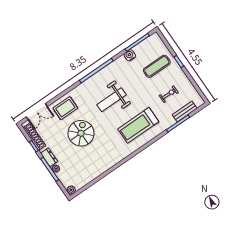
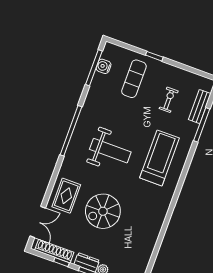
water cooler: (130, 55) -> (104, 66), moved
weight bench: (111, 100) -> (110, 151), turned -90
treadmill: (138, 125) -> (159, 158), turned 180
spiral stairs: (81, 133) -> (103, 211), turned -90

